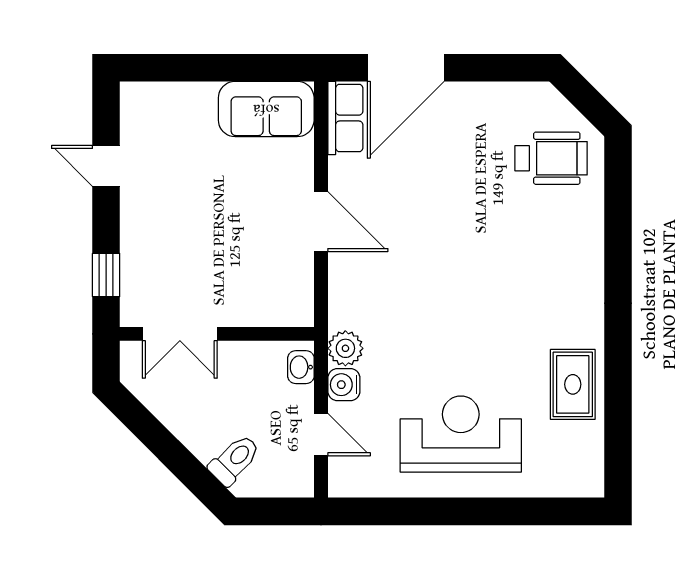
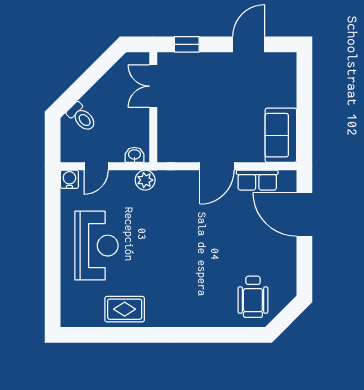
row of seats: (345, 118) -> (257, 180), moved
door: (106, 166) -> (249, 44), width x1.38
water cooler: (344, 385) -> (69, 179), moved

